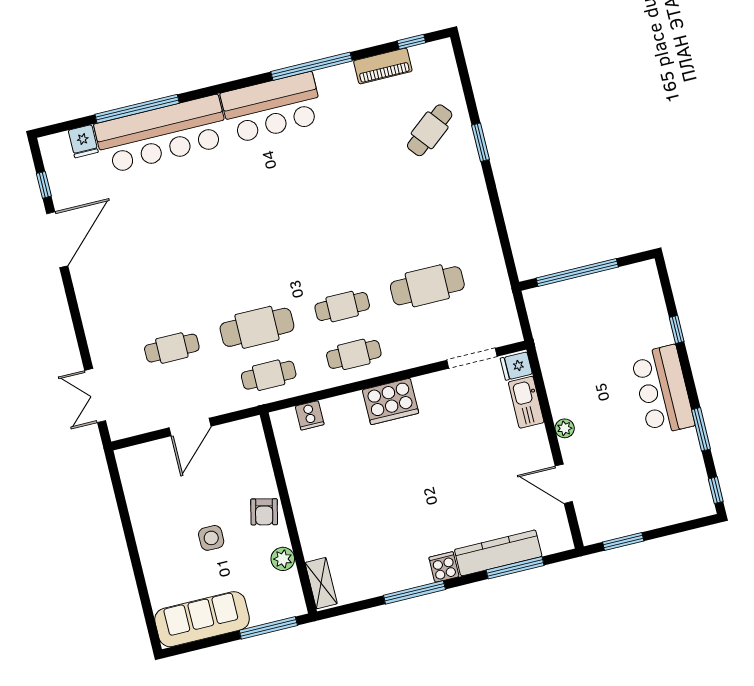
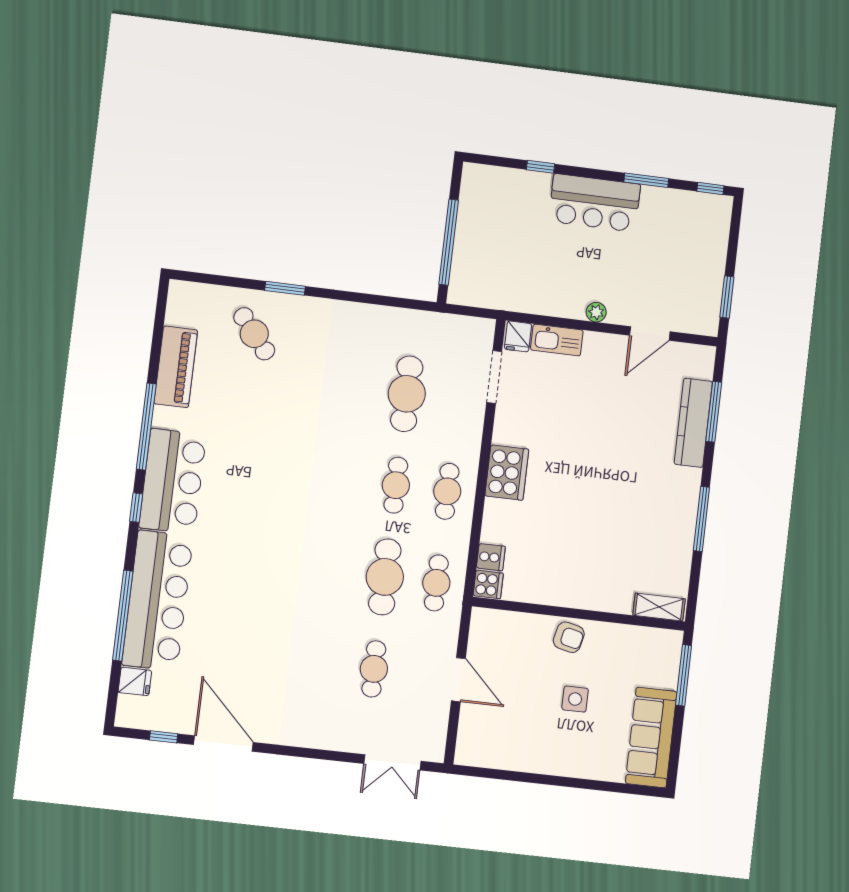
window: (411, 42) -> (136, 508), moved
piano: (383, 66) -> (176, 367), width x1.37, depth x1.33
plant: (283, 559) -> (622, 636), removed
cooker: (444, 567) -> (488, 584), moved, turned 180

